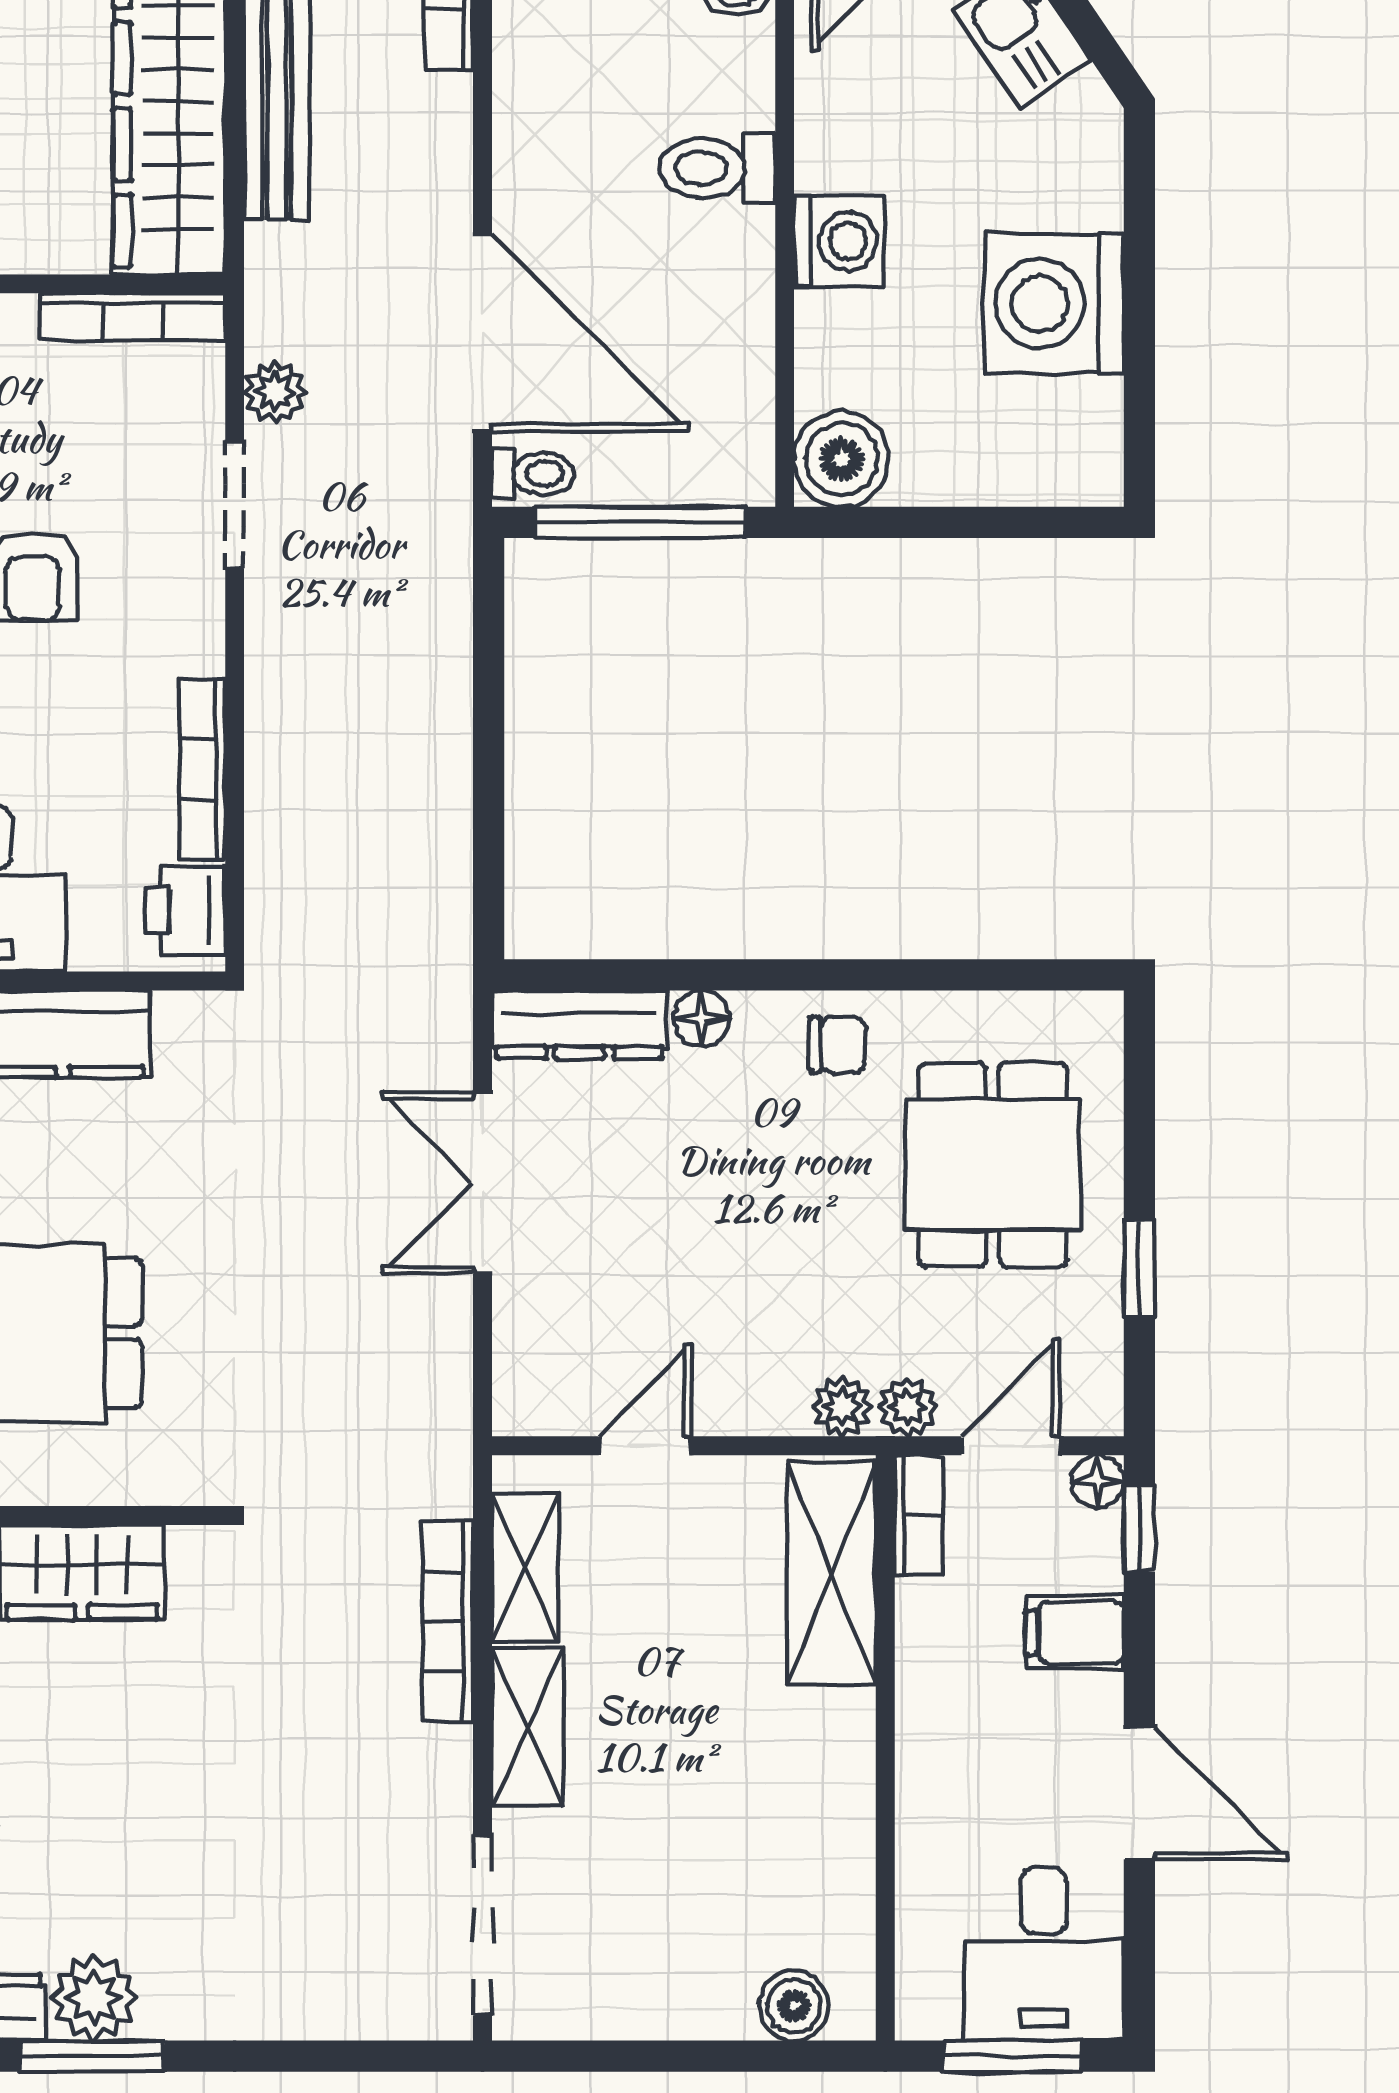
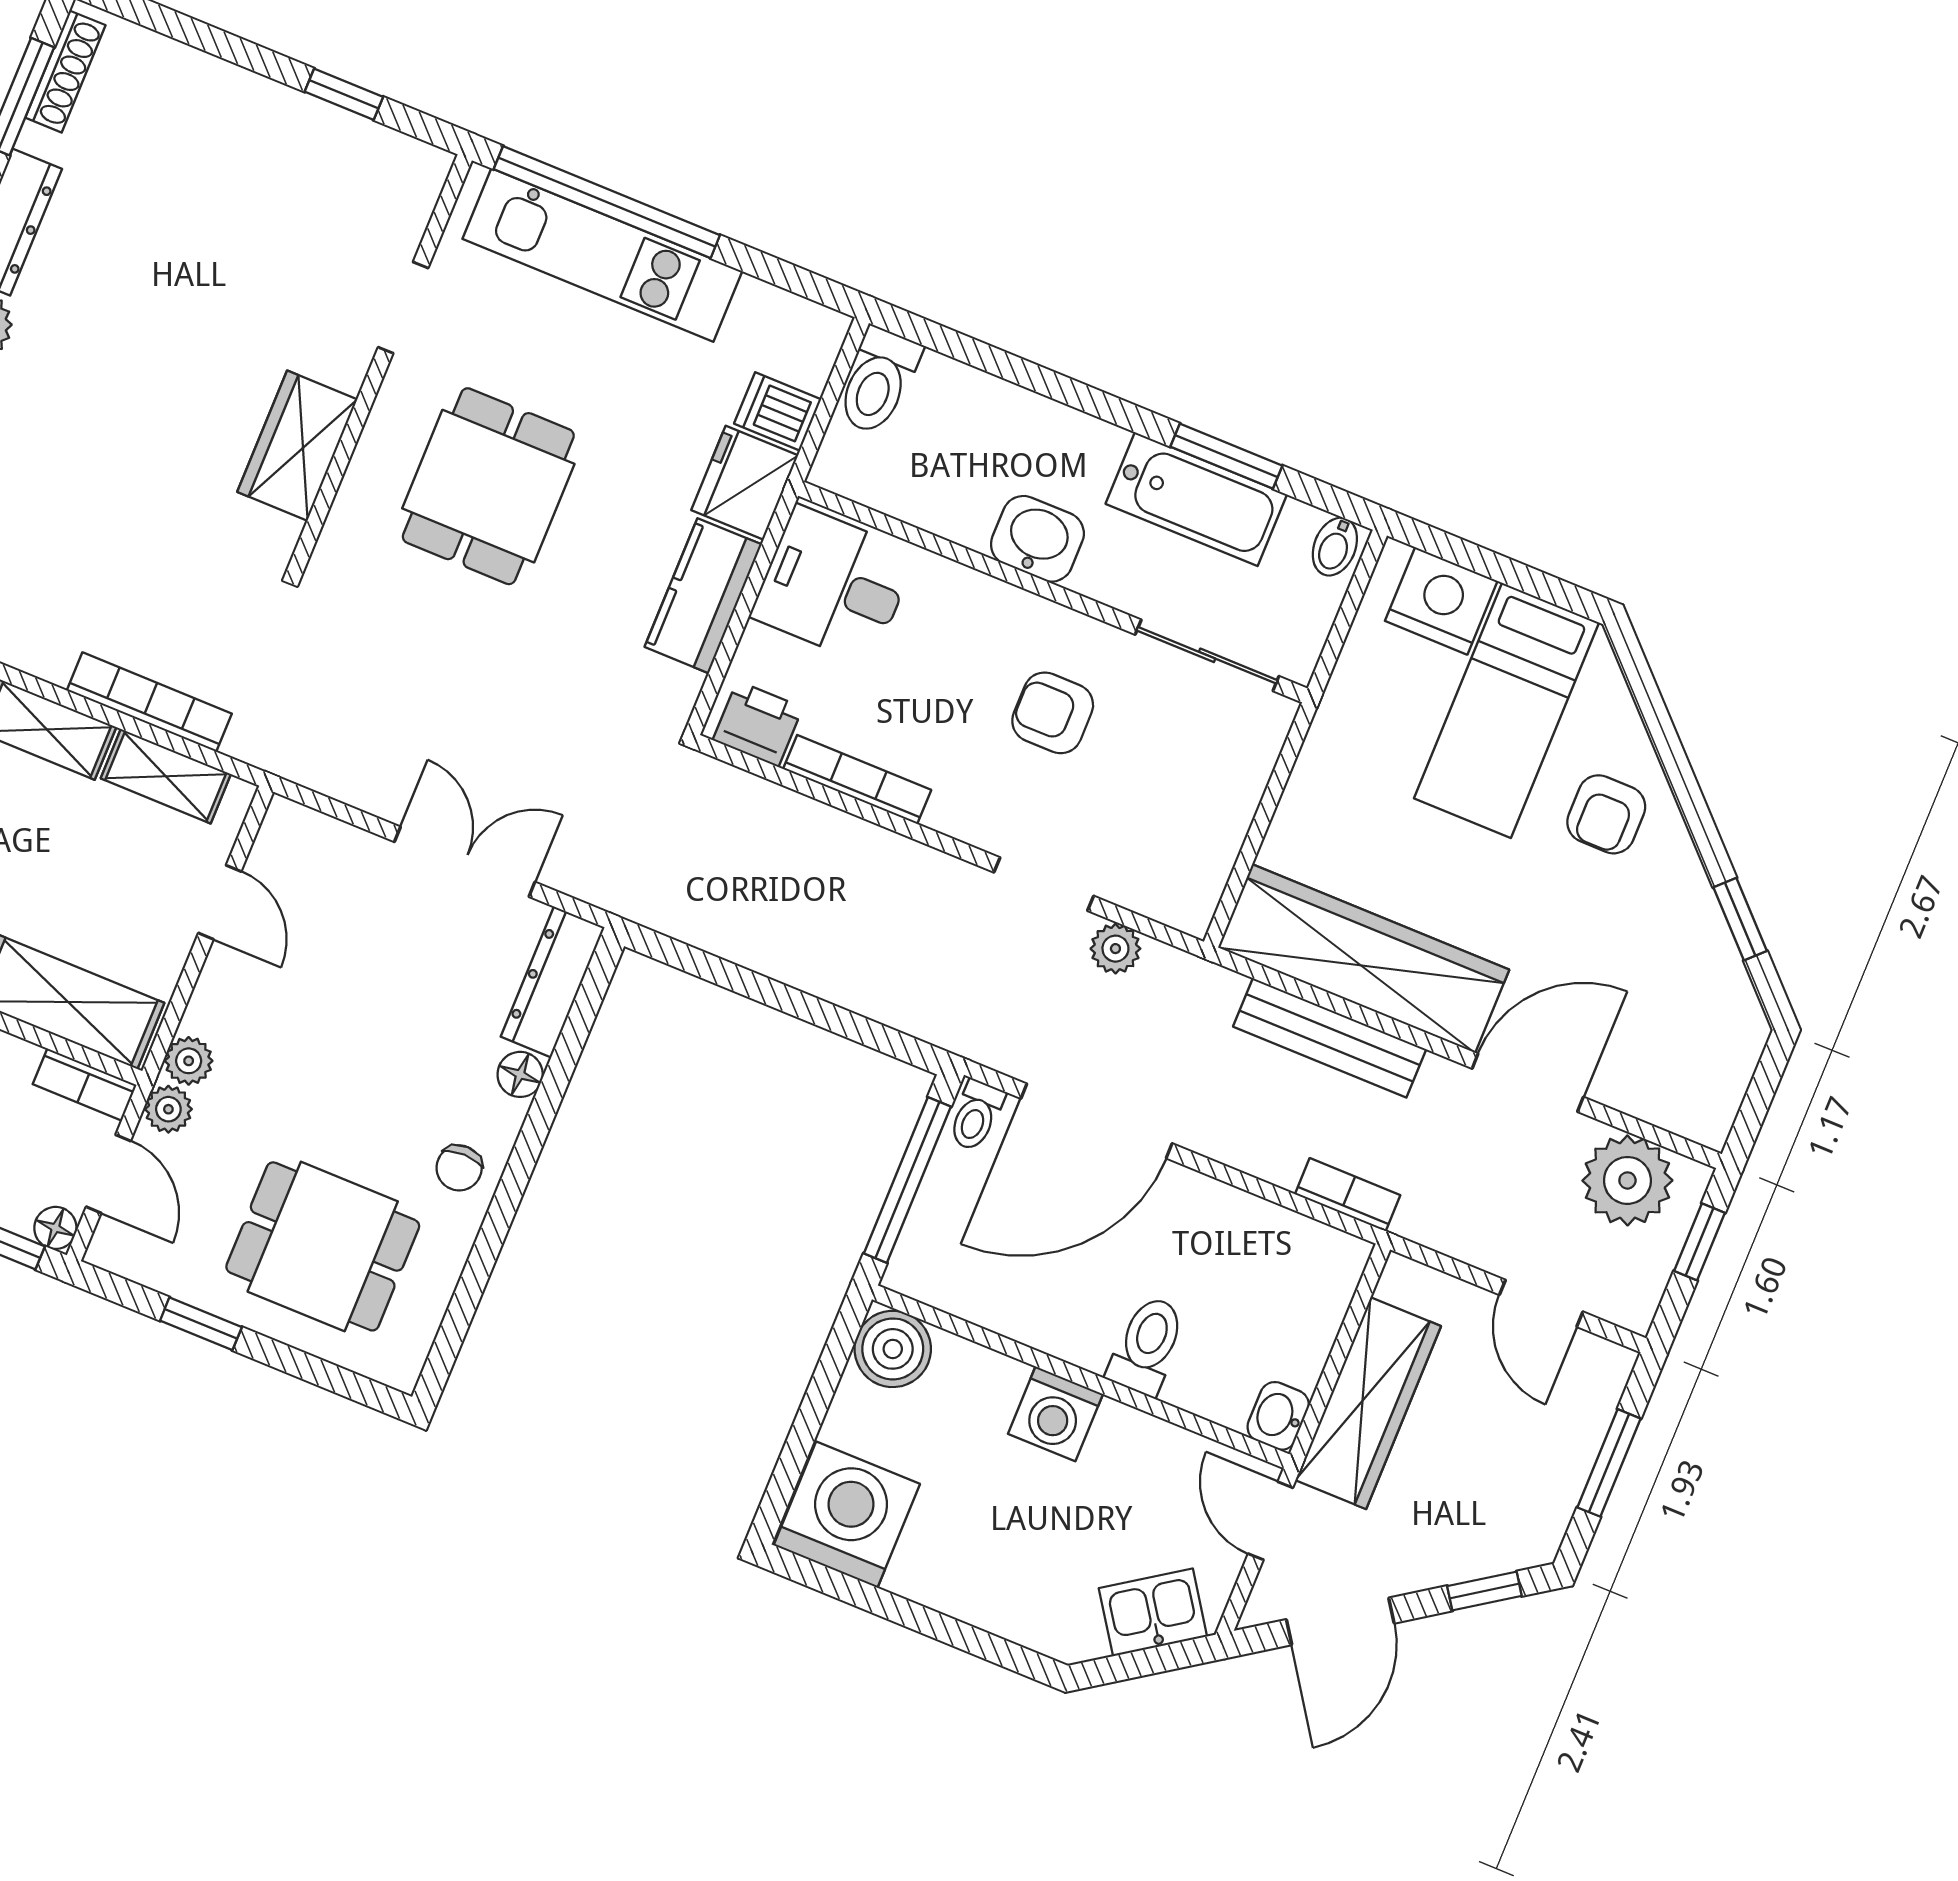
washing machine: (1054, 304) -> (847, 1515), moved
bookcase: (133, 317) -> (1215, 866), removed

